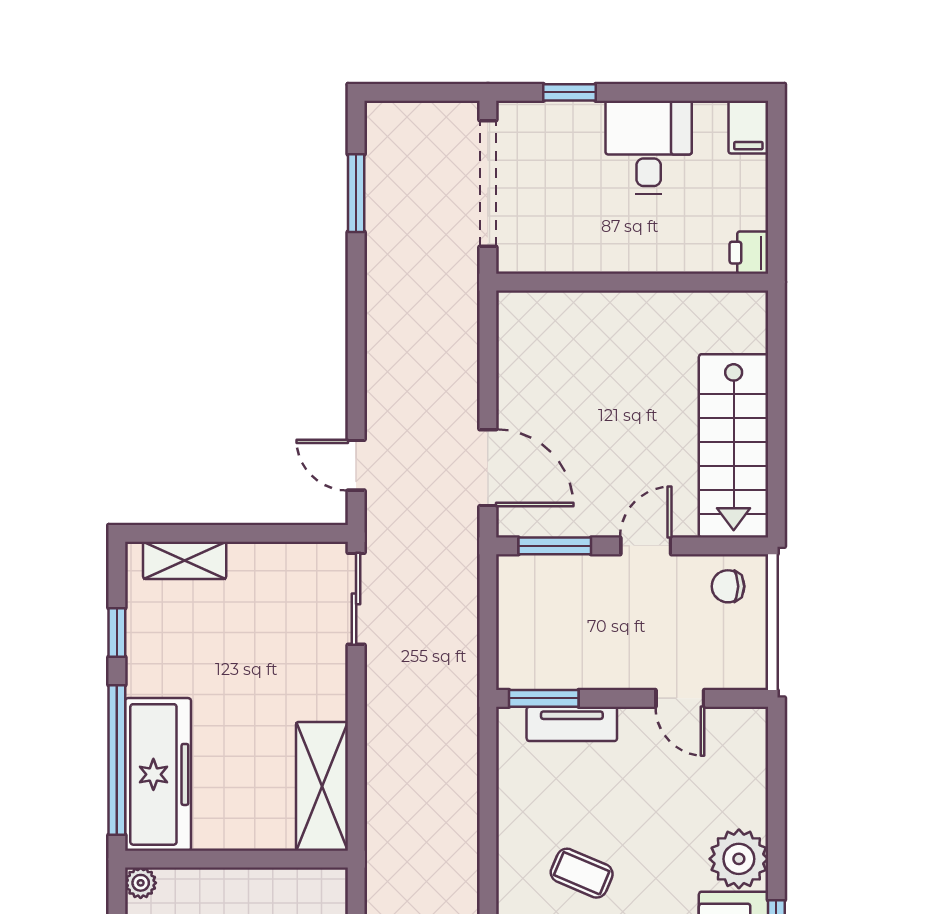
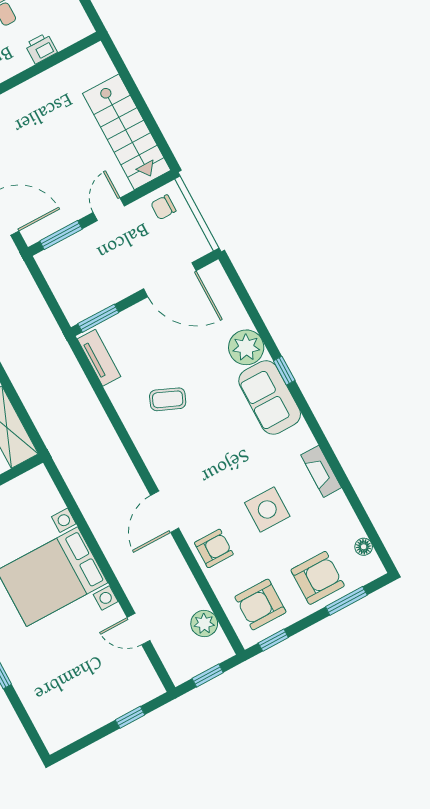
printer: (749, 253) -> (41, 48), moved, turned 90
door: (680, 698) -> (170, 280), width x1.88
tv unit: (572, 724) -> (99, 358), moved, turned -90

